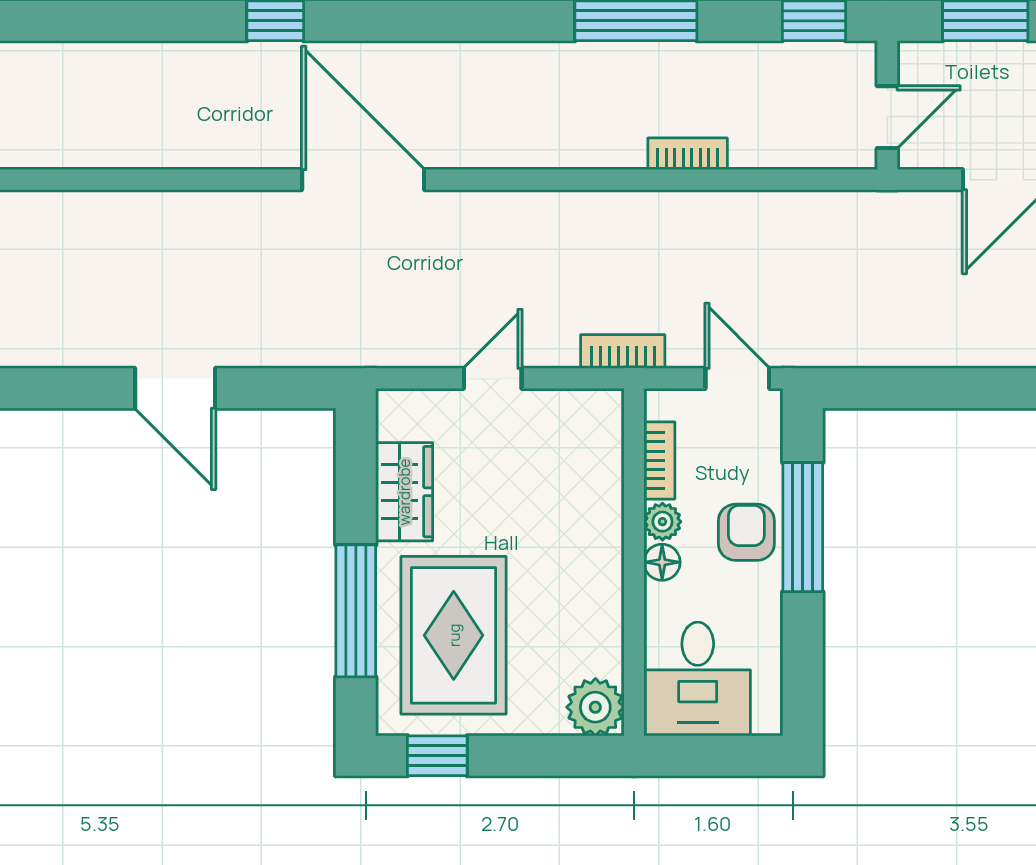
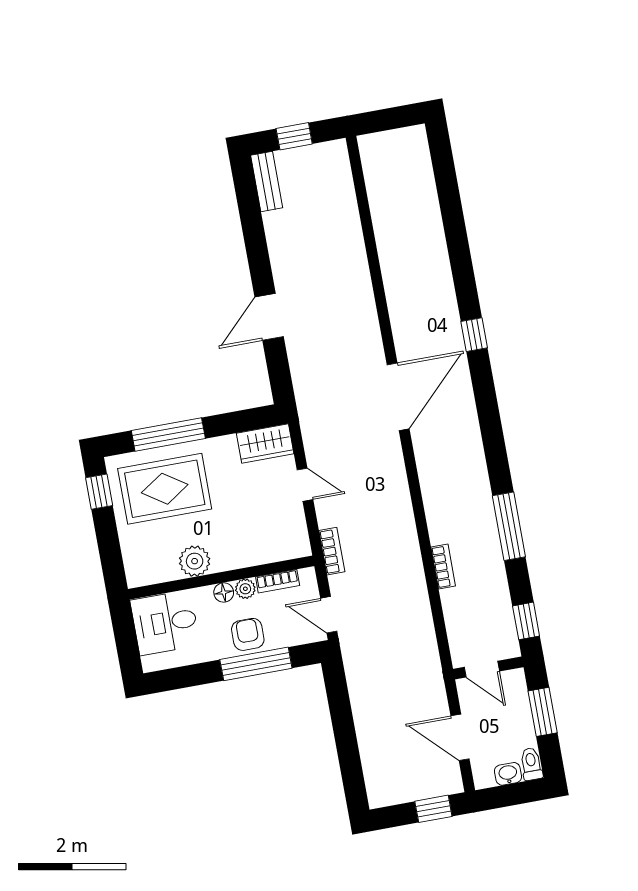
door: (737, 378) -> (329, 615), swing flipped
wardrobe: (404, 492) -> (265, 443), moved
armchair: (746, 532) -> (248, 634), turned -90
plant: (595, 707) -> (195, 561), moved

